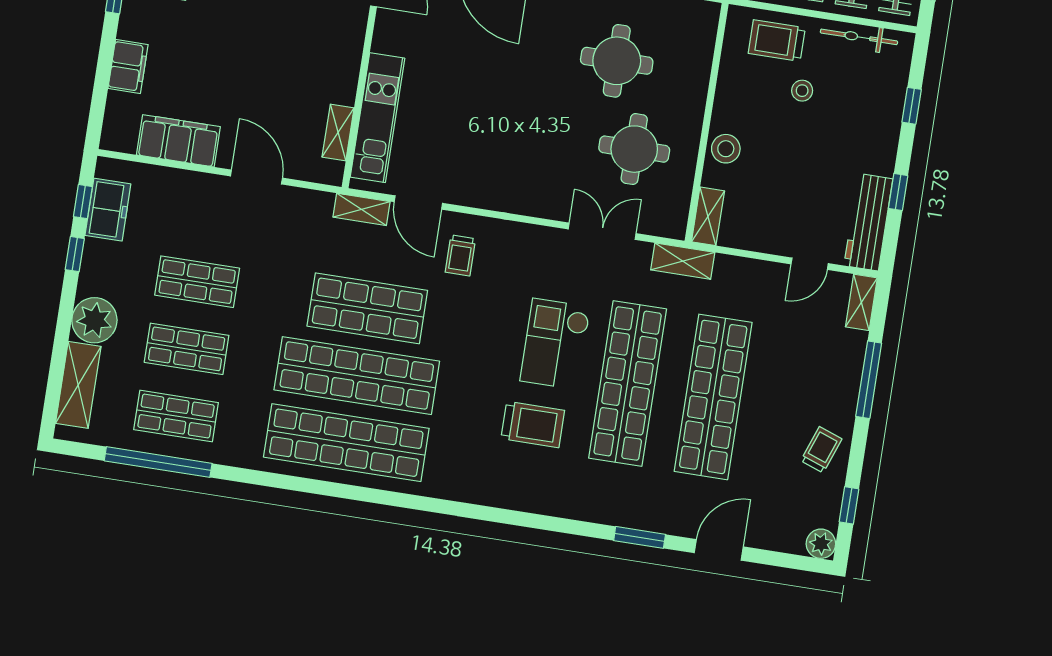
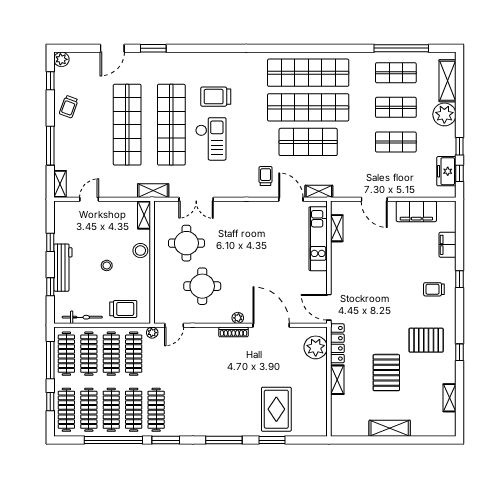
stool: (802, 91) -> (107, 265), moved
workbench: (868, 222) -> (63, 268), moved

